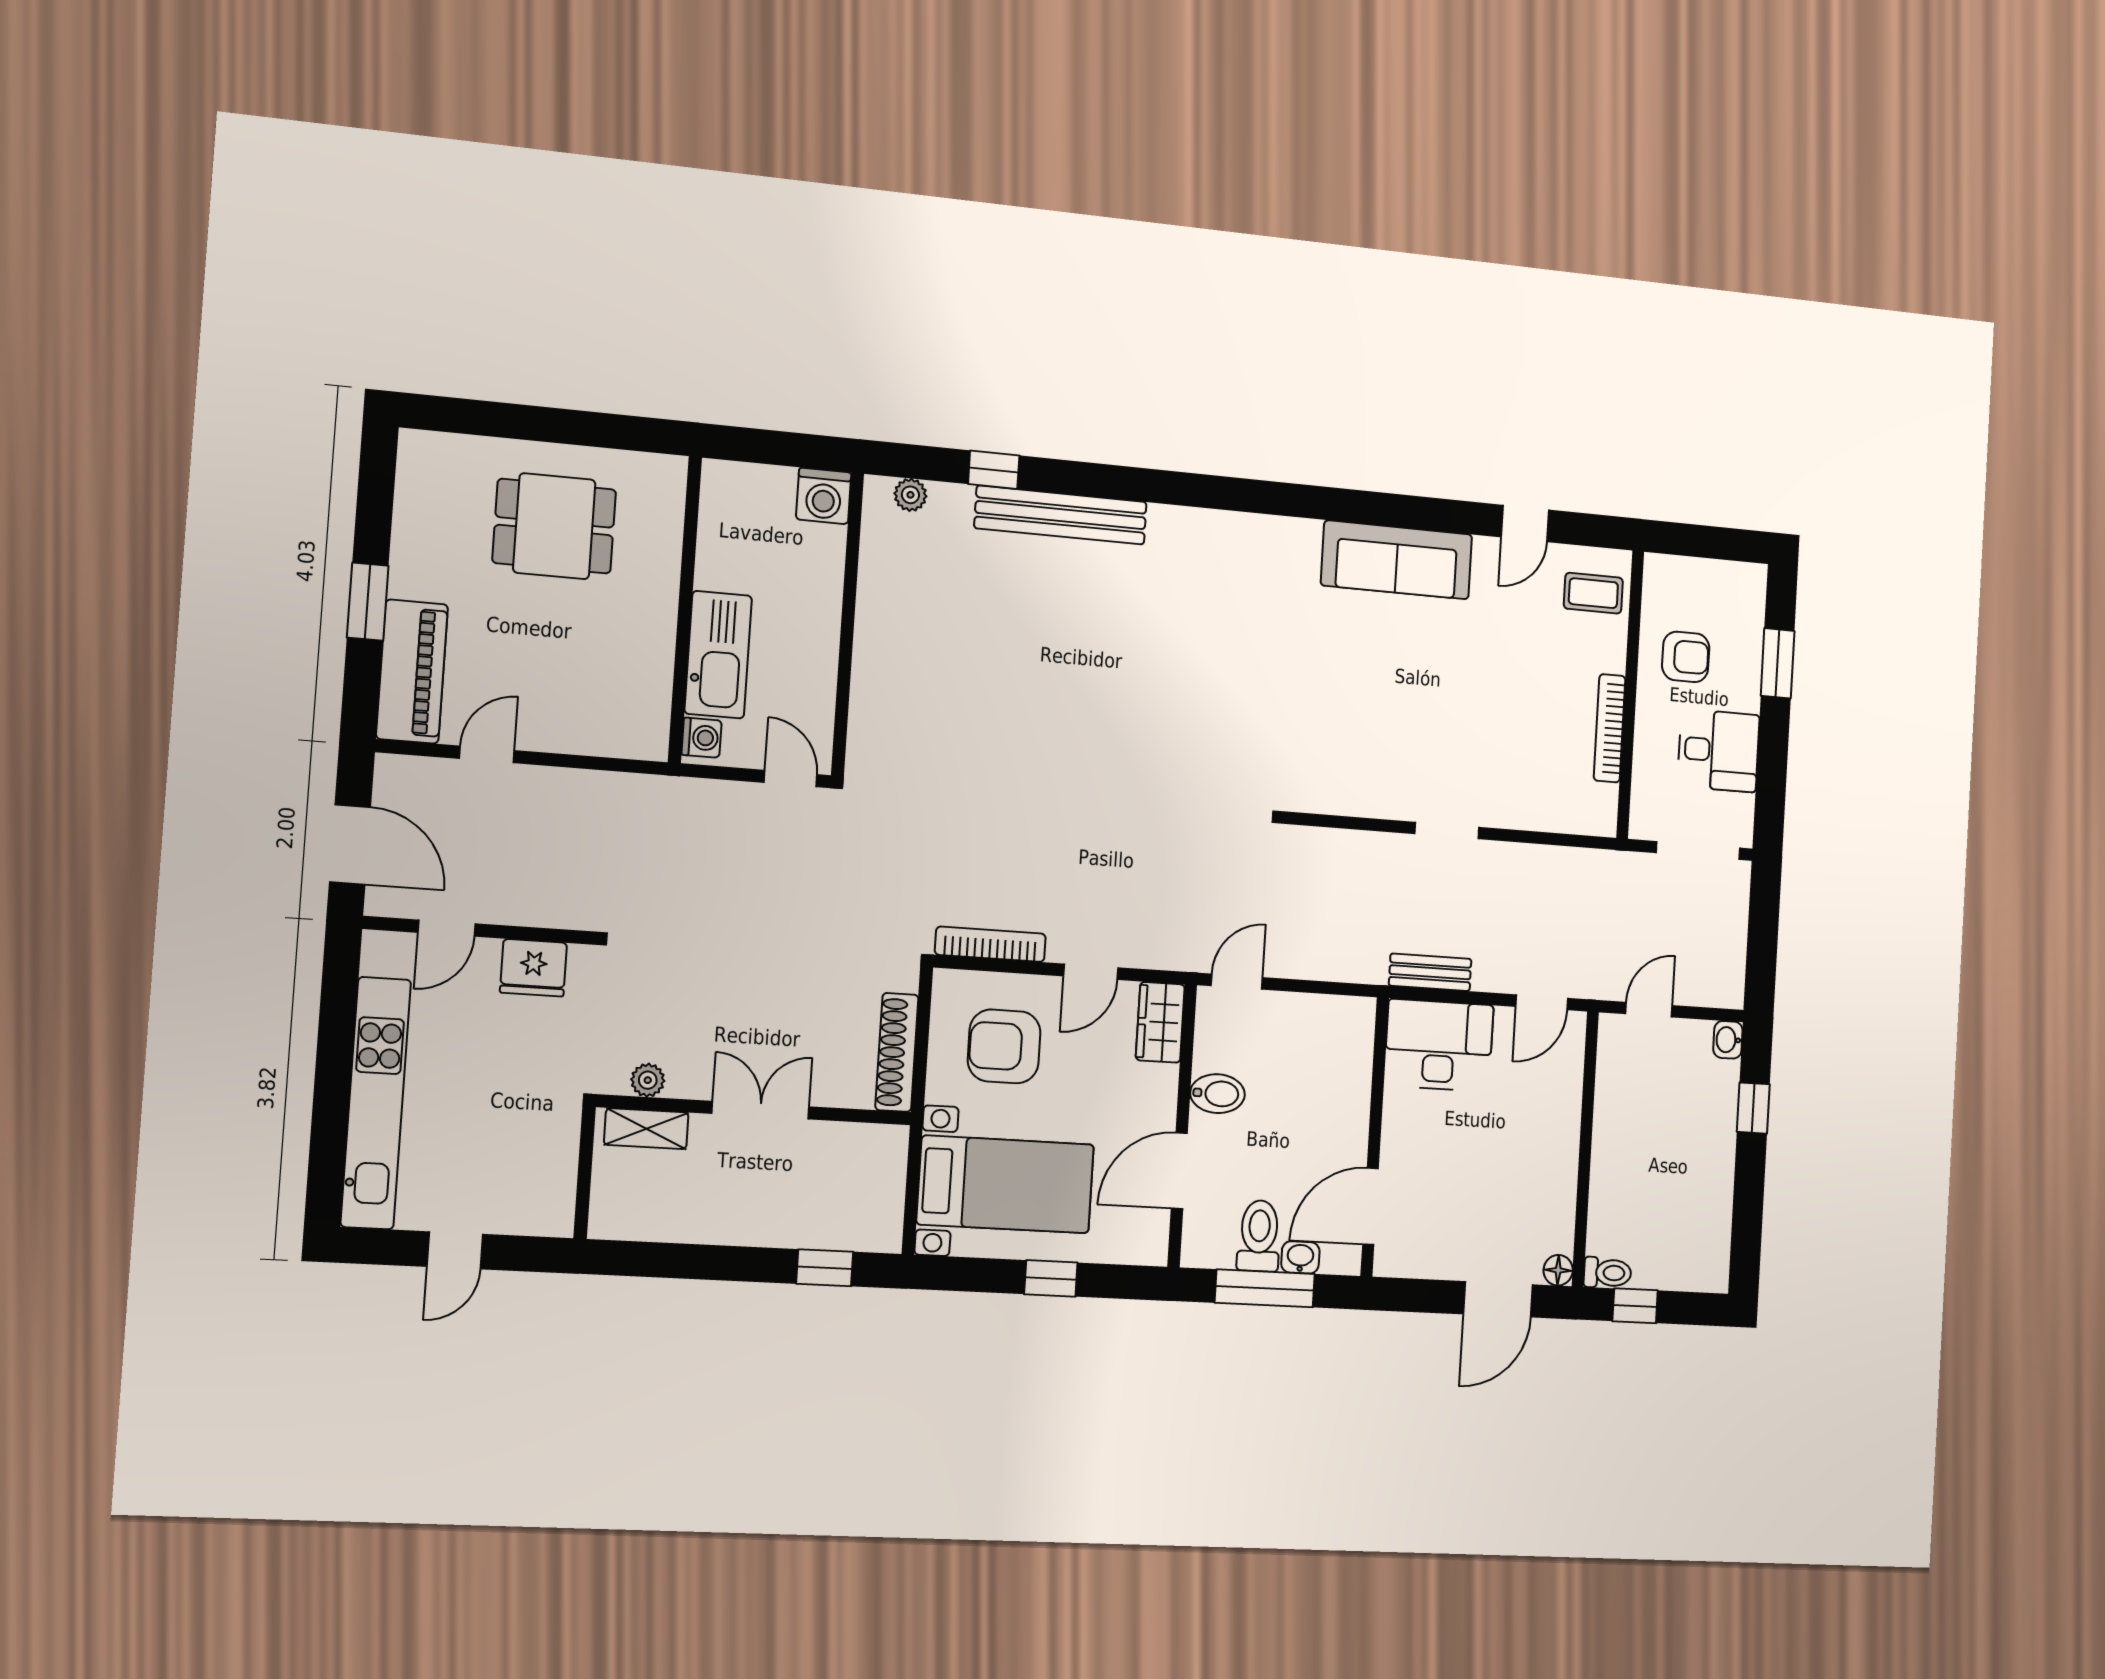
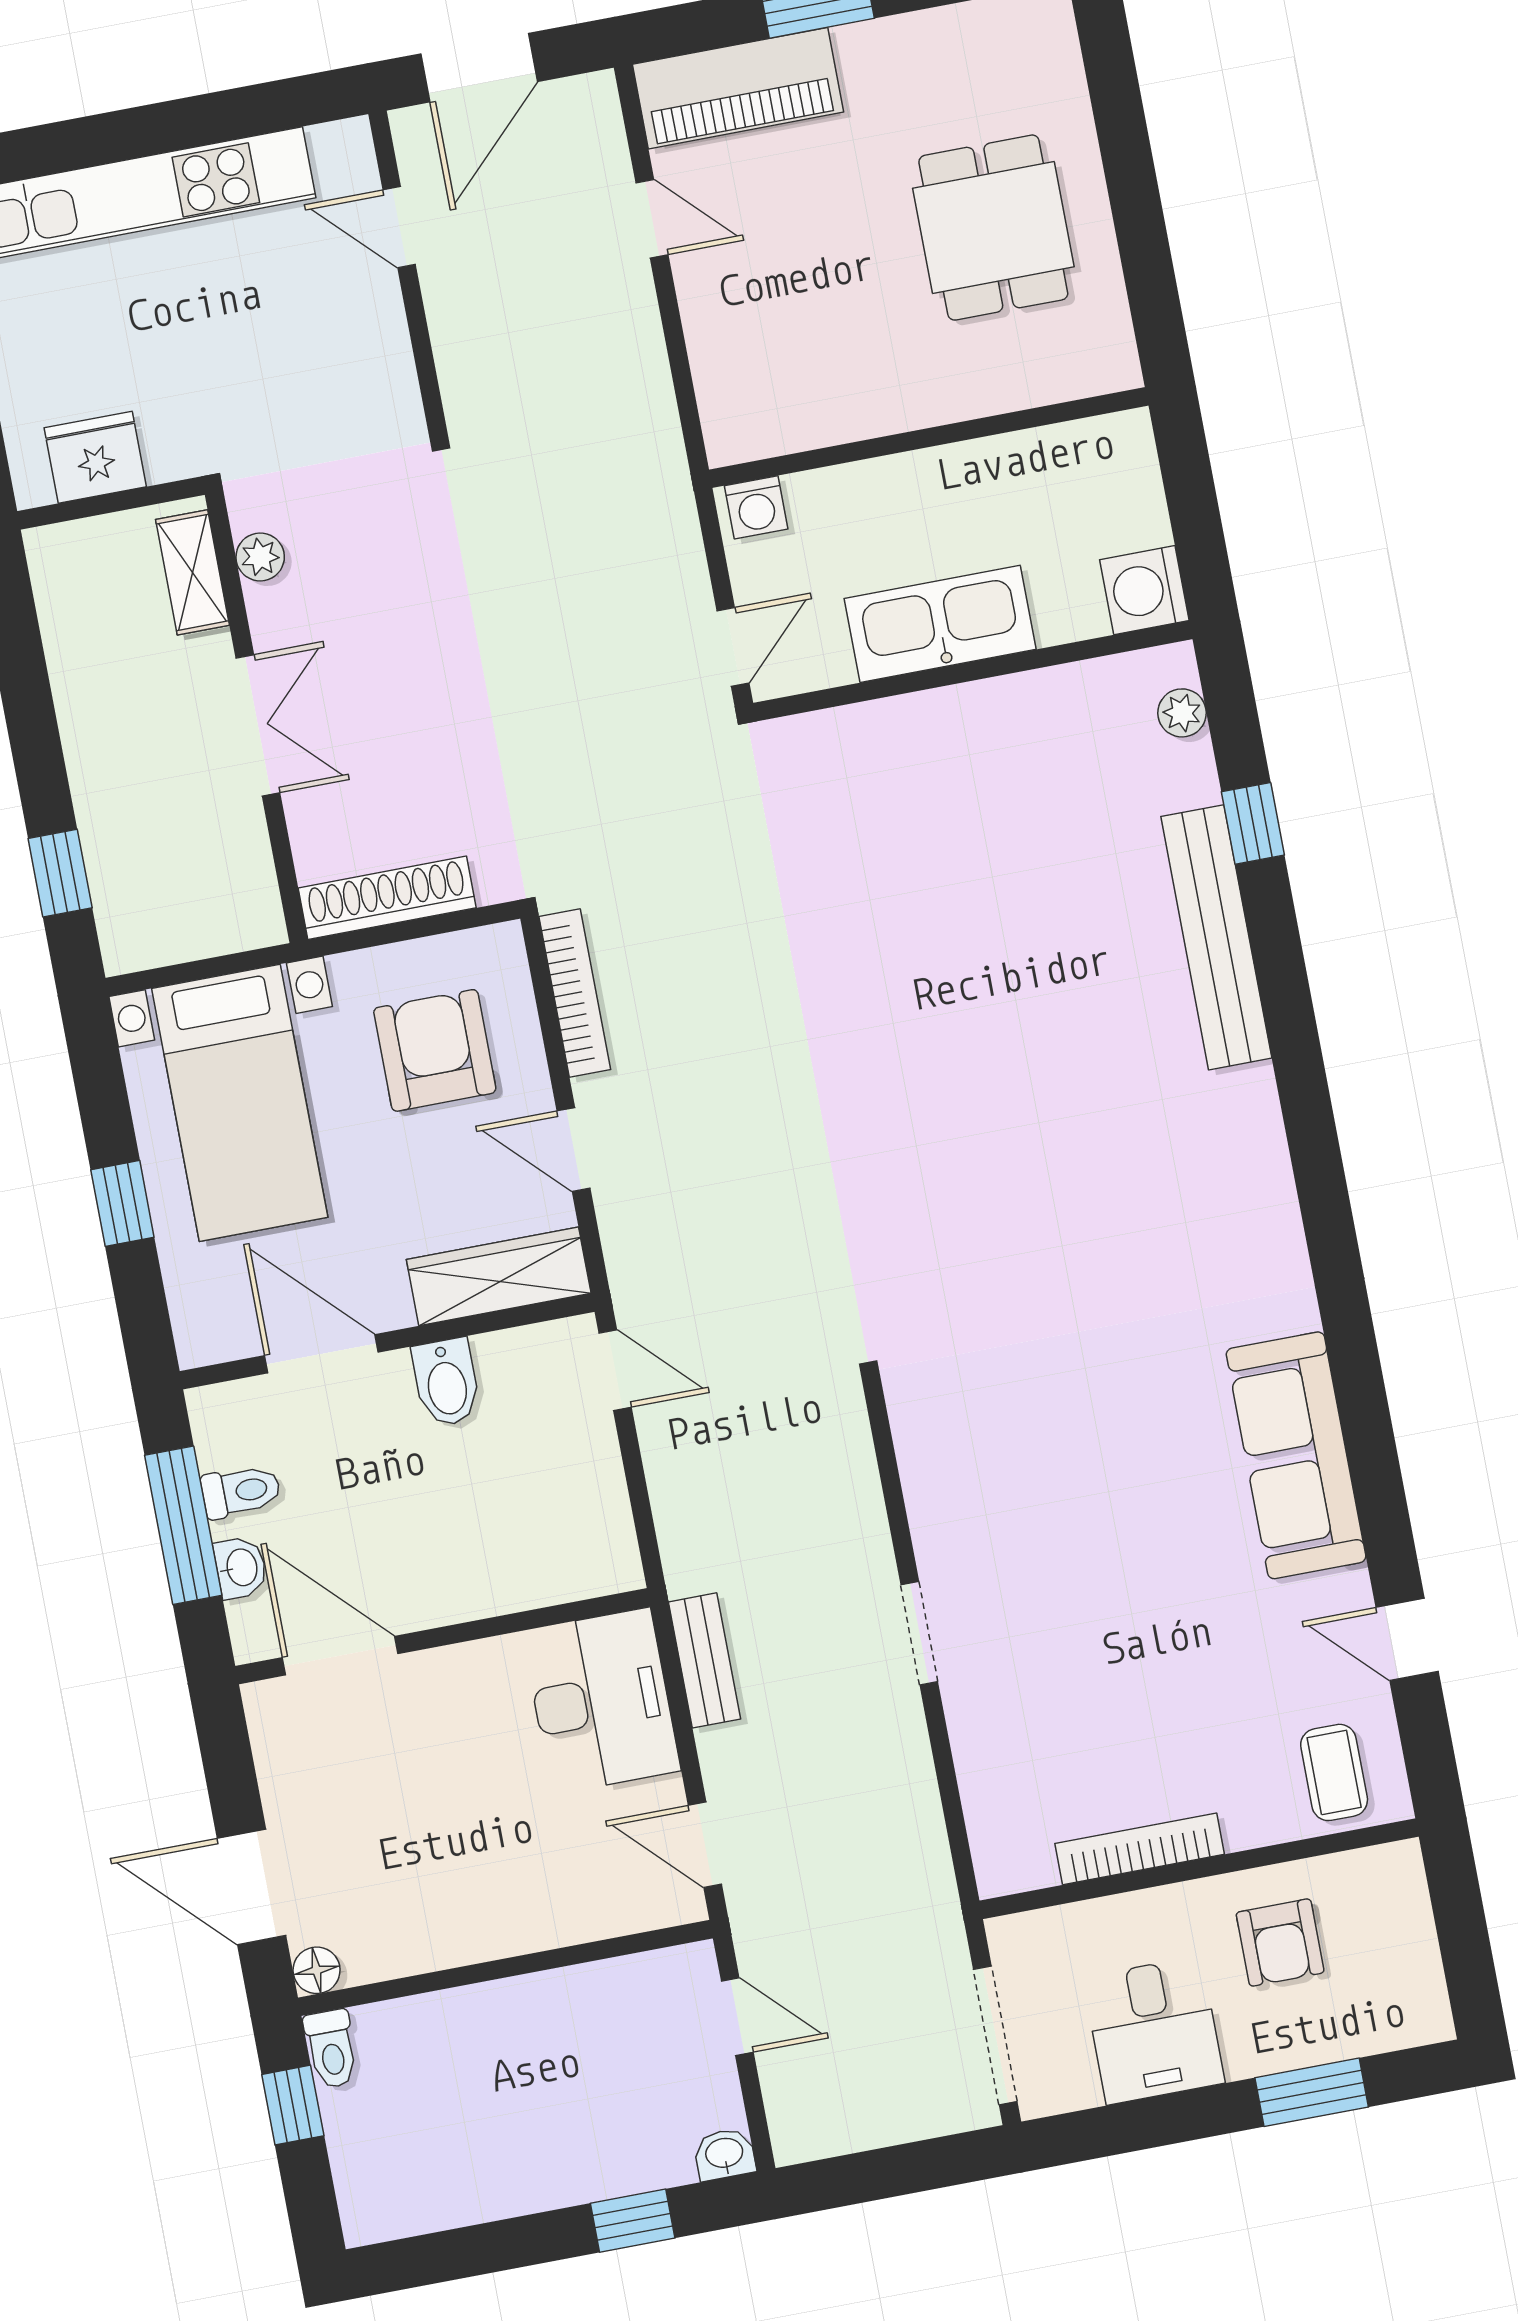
kitchen sink: (718, 655) -> (940, 624), moved, turned 180
fridge: (533, 968) -> (95, 457), moved, turned 90
wardrobe: (1160, 1022) -> (499, 1276), width x1.50
toilet: (1259, 1236) -> (241, 1491), width x0.73, depth x0.72

